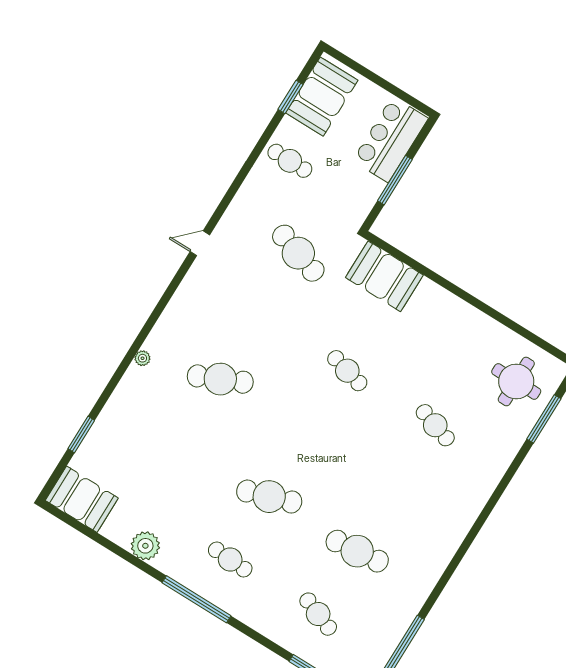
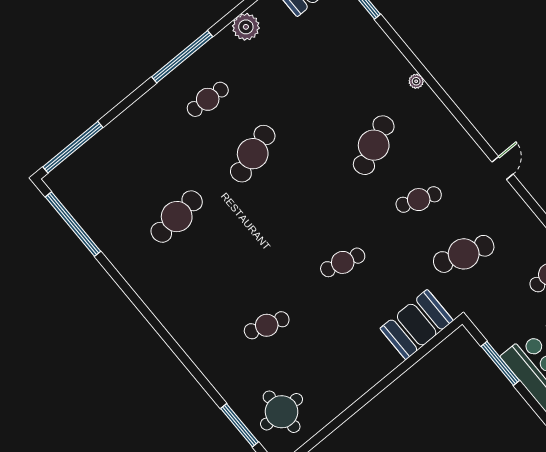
cafe table: (318, 614) -> (419, 200), moved

